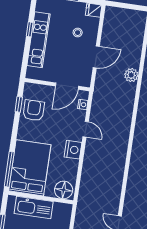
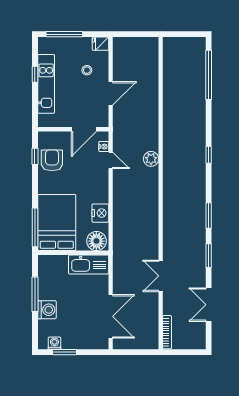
plant: (131, 75) -> (151, 159), moved
door: (86, 129) -> (111, 160), moved
nightstand: (73, 150) -> (100, 213), moved
kitchen sink: (34, 207) -> (89, 264), moved

